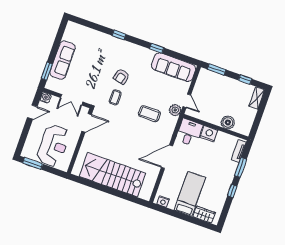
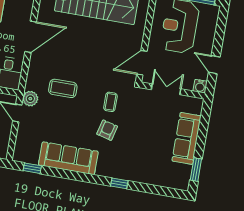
window: (157, 48) -> (32, 168), moved
sofa: (174, 67) -> (68, 158), moved
window: (47, 71) -> (196, 170), moved
door: (32, 112) -> (214, 65), hinge flipped

